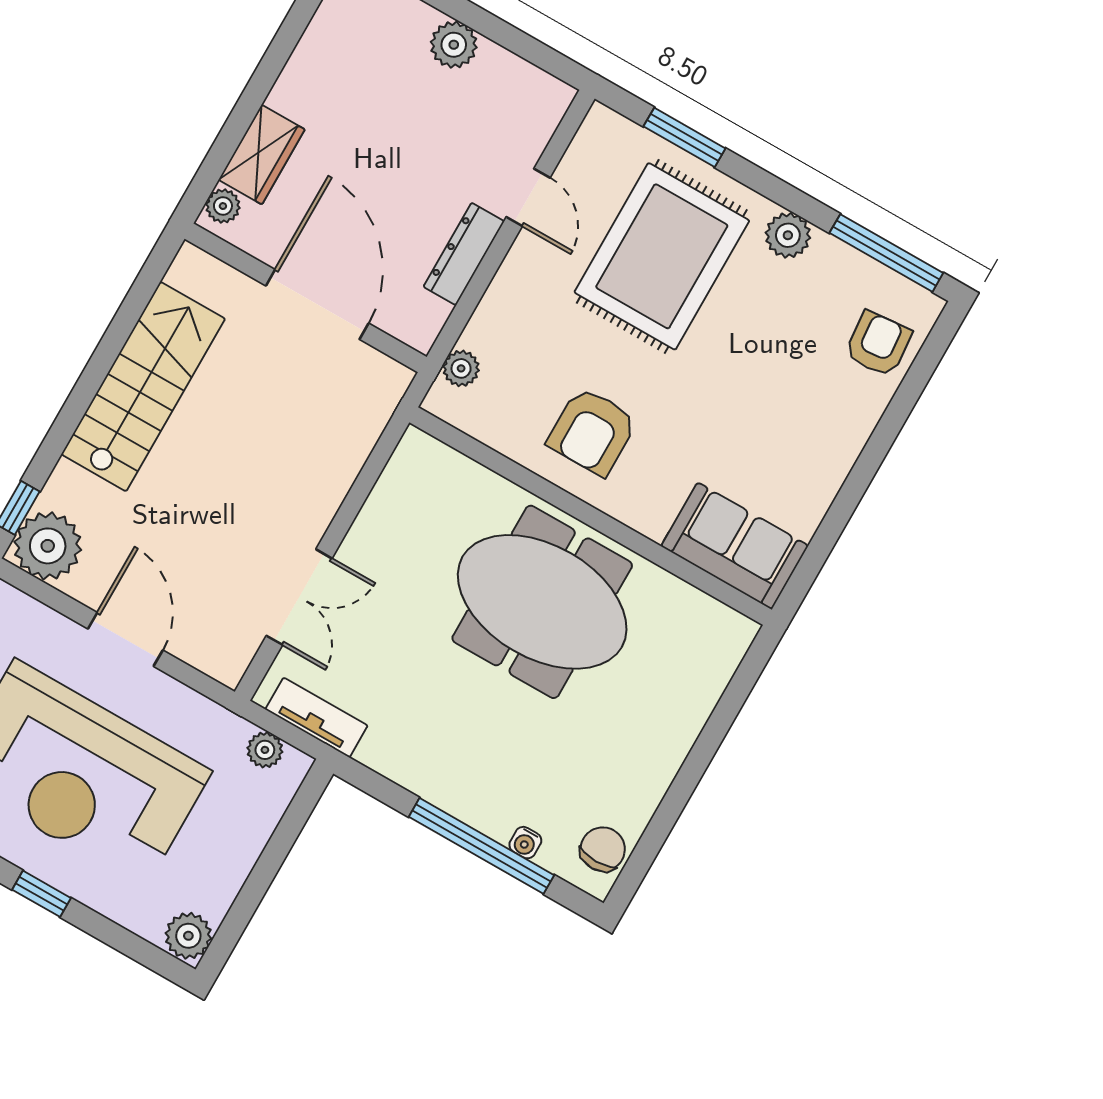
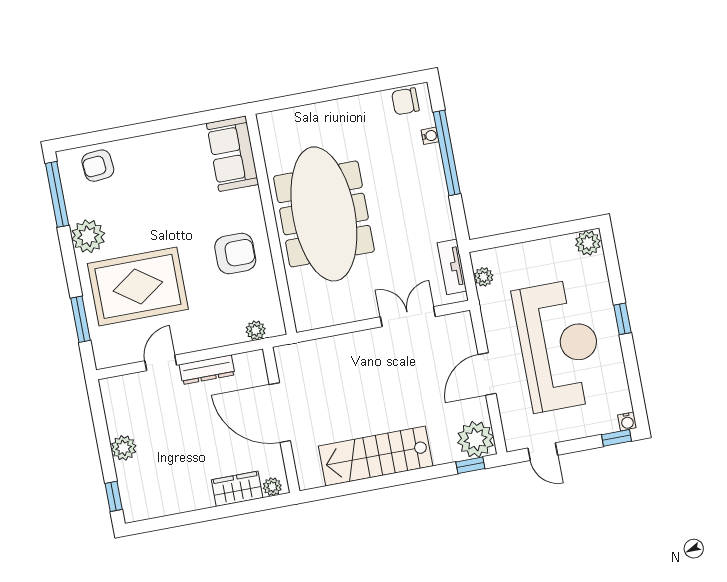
plant: (788, 235) -> (88, 236), width x1.36, depth x1.36
door: (317, 304) -> (280, 413), hinge flipped
meeting table: (542, 602) -> (324, 214), width x1.36

